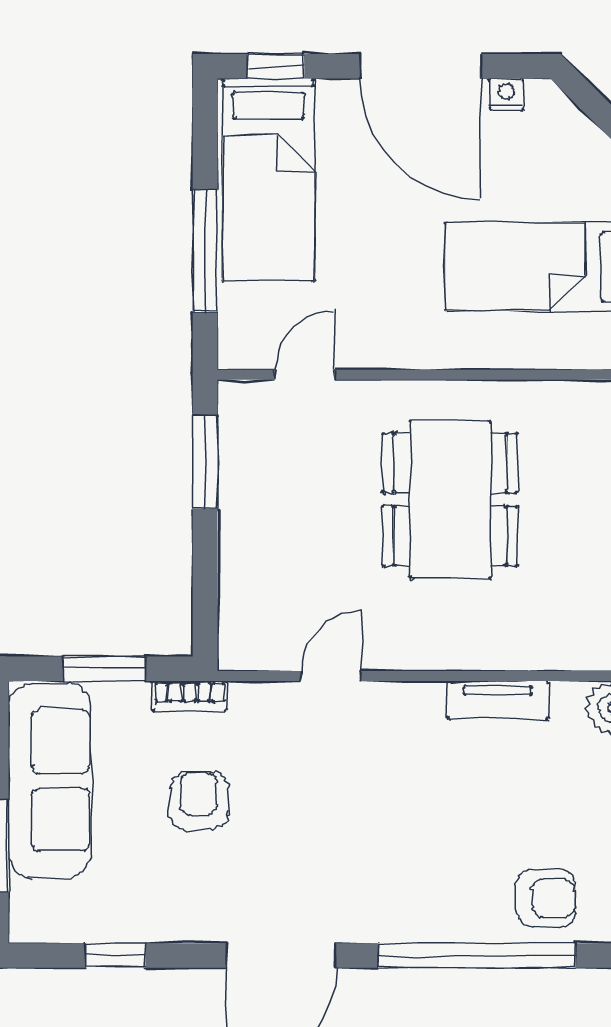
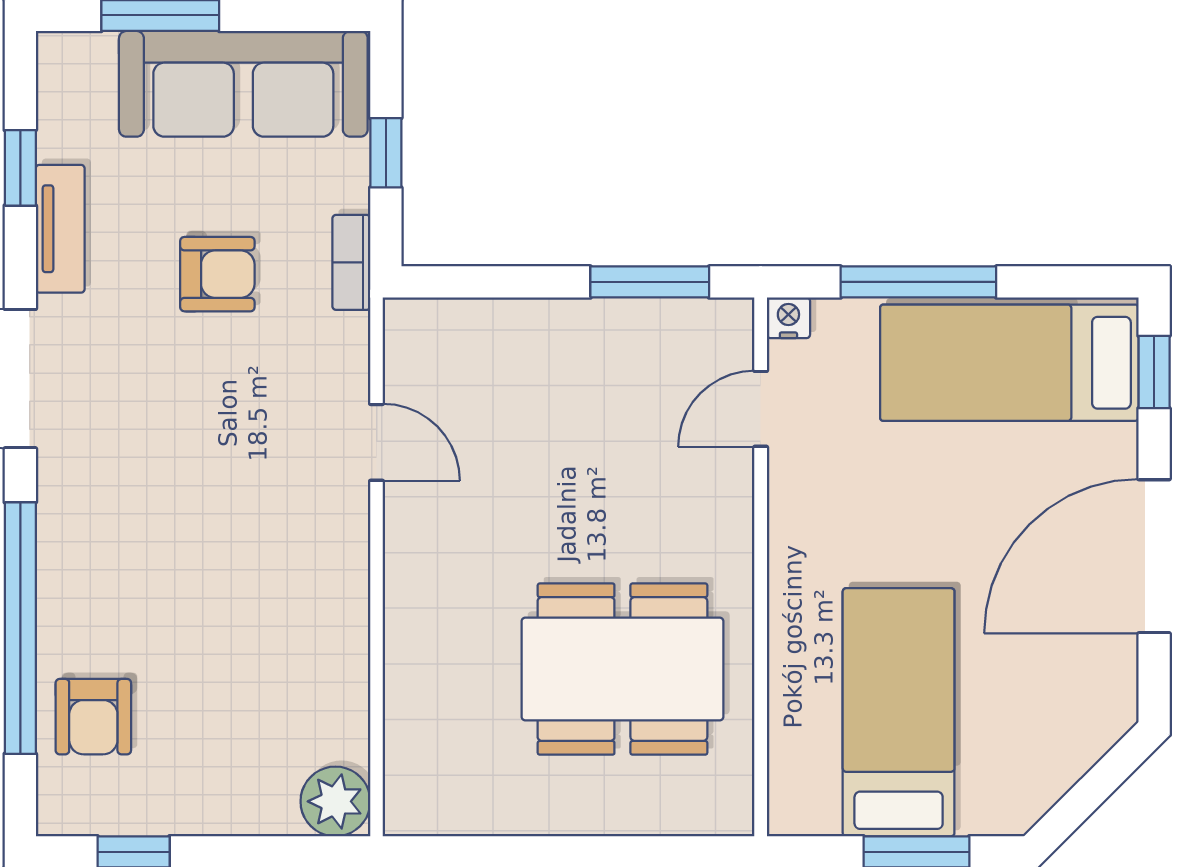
nightstand: (506, 94) -> (788, 318), moved, turned -90
door: (305, 375) -> (761, 409), swing flipped
dining table: (450, 499) -> (622, 669), moved
window: (104, 669) -> (386, 153), width x0.67
tv unit: (498, 700) -> (60, 229), moved, turned 180

